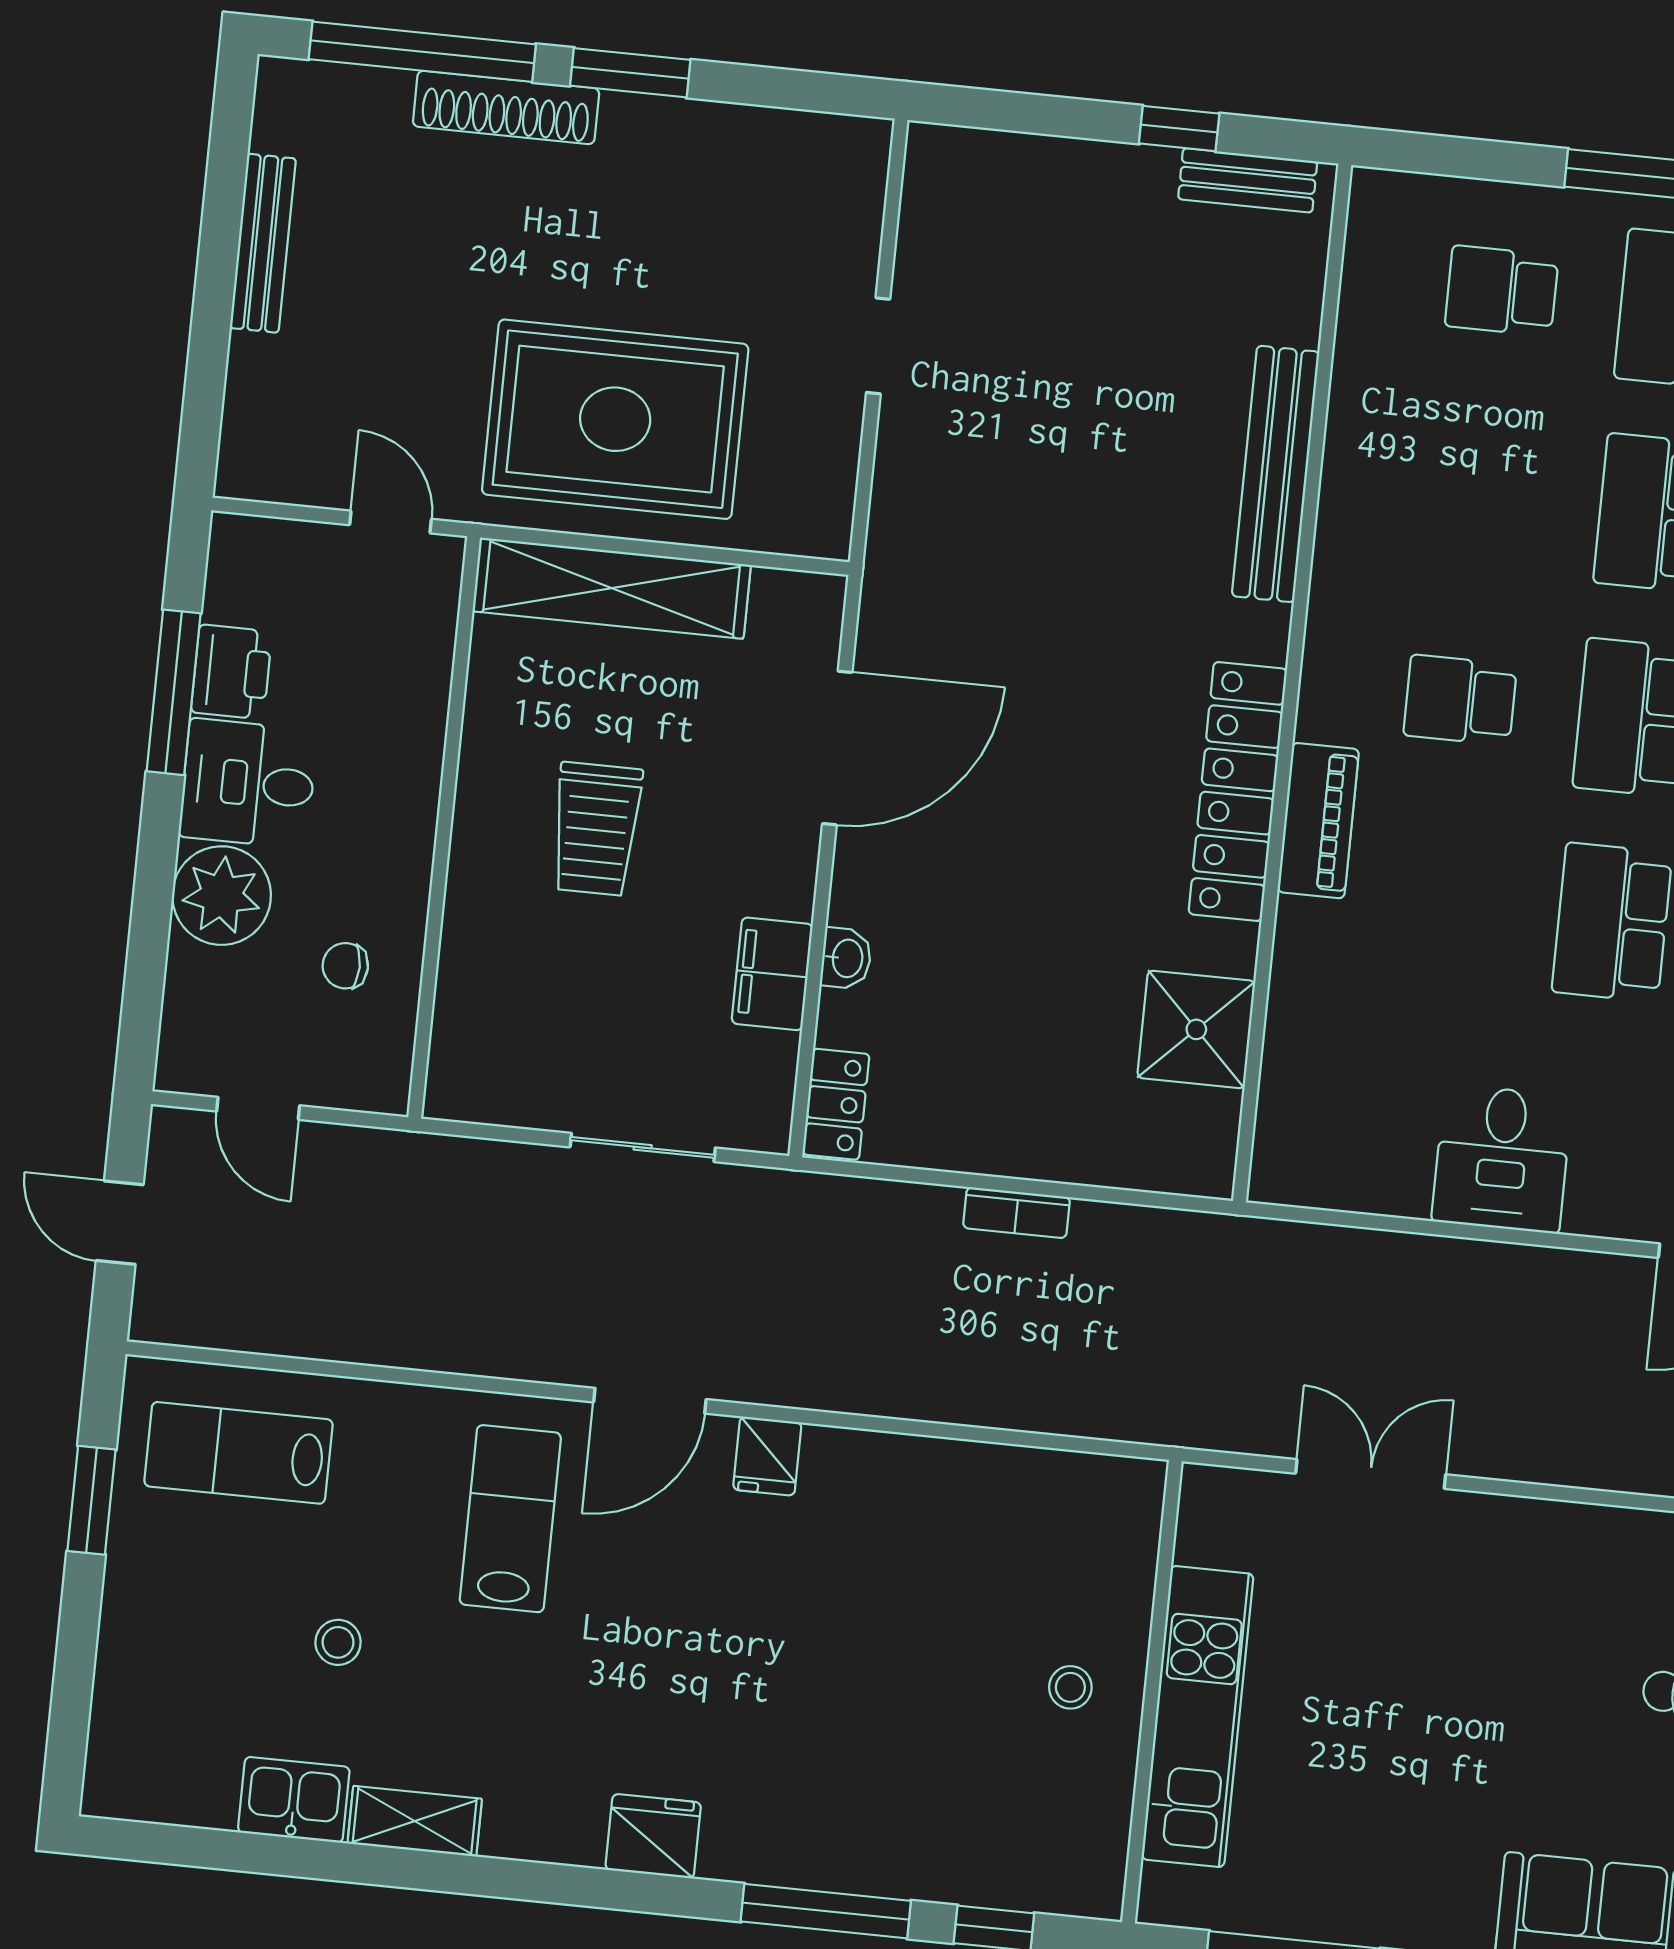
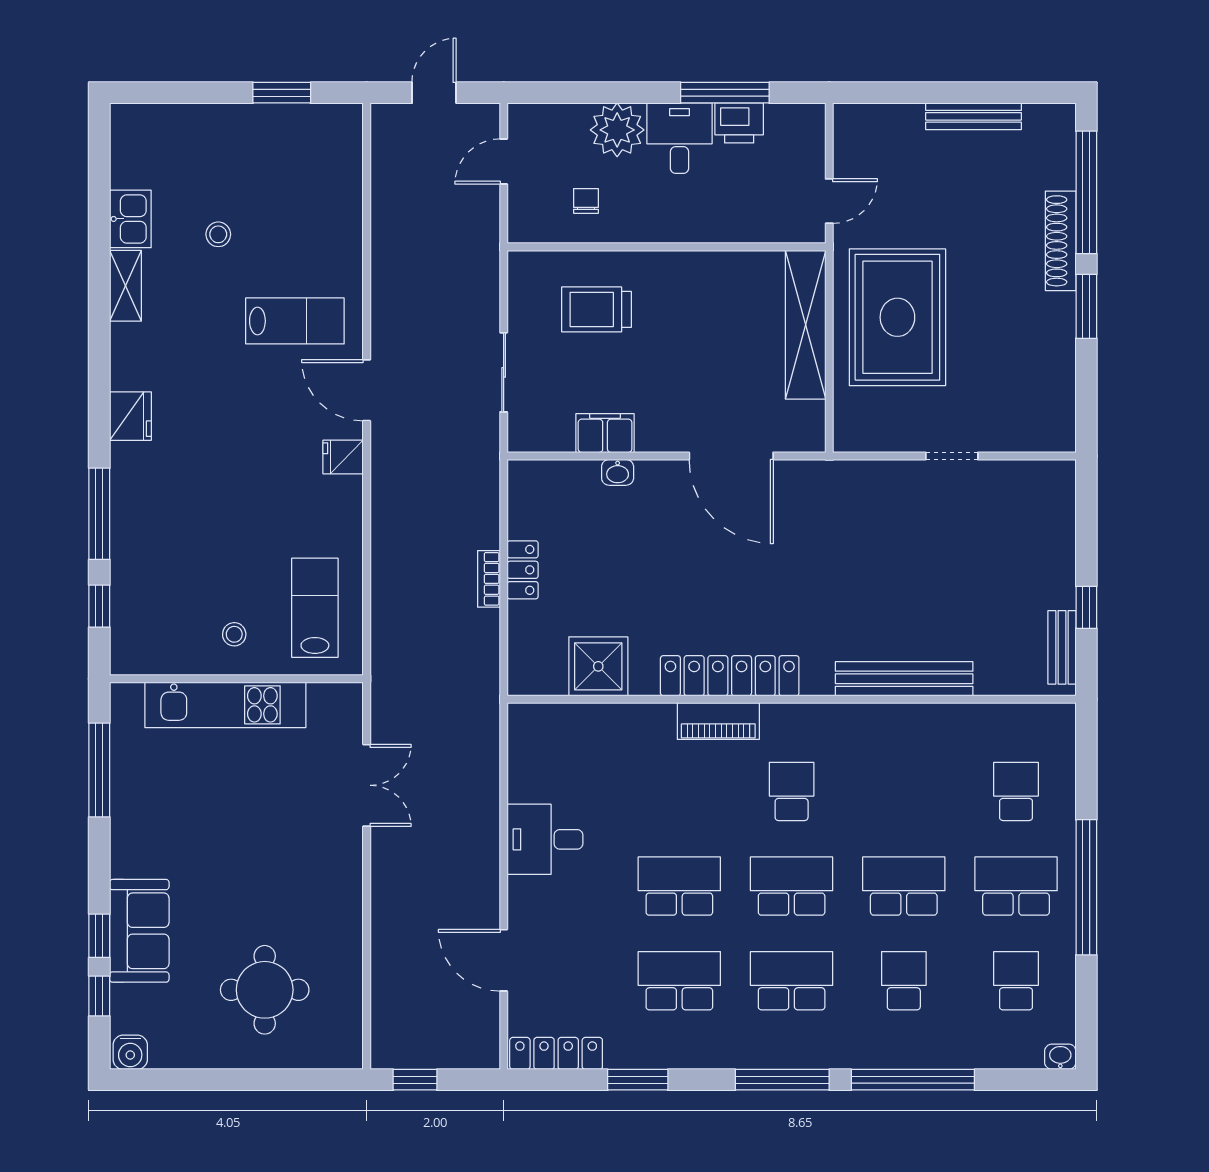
trolley: (596, 829) -> (597, 309), moved
locker: (836, 1104) -> (523, 570), moved, turned -90
lab bench: (238, 1453) -> (315, 608), moved

